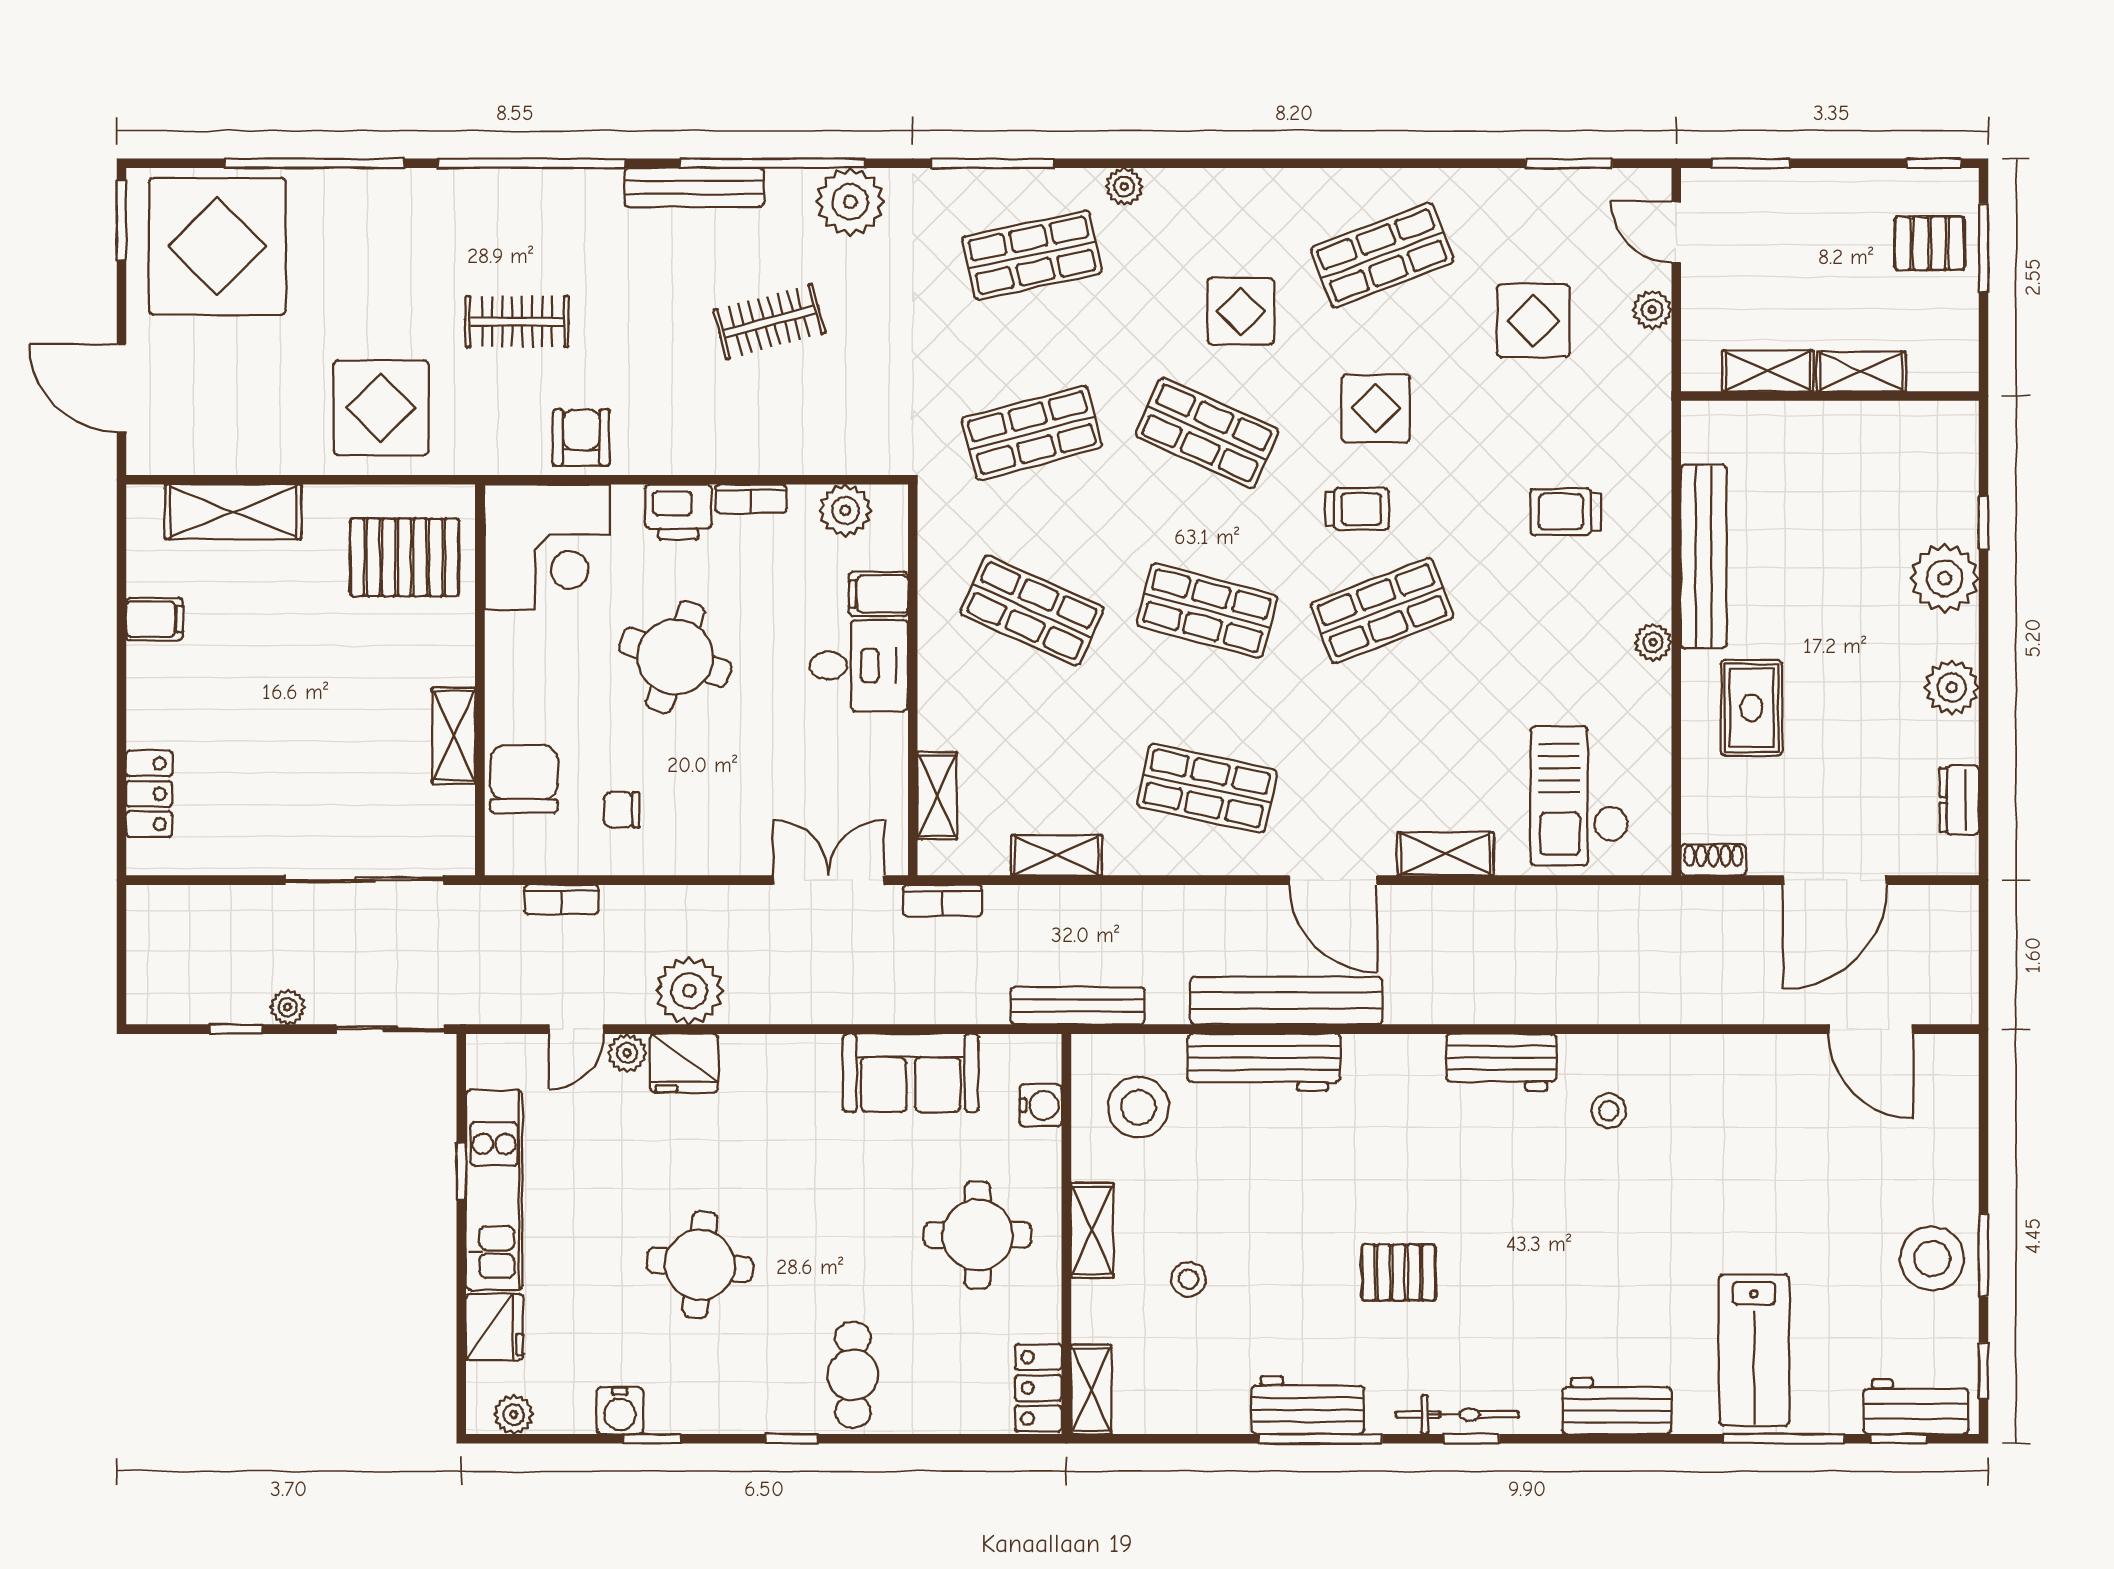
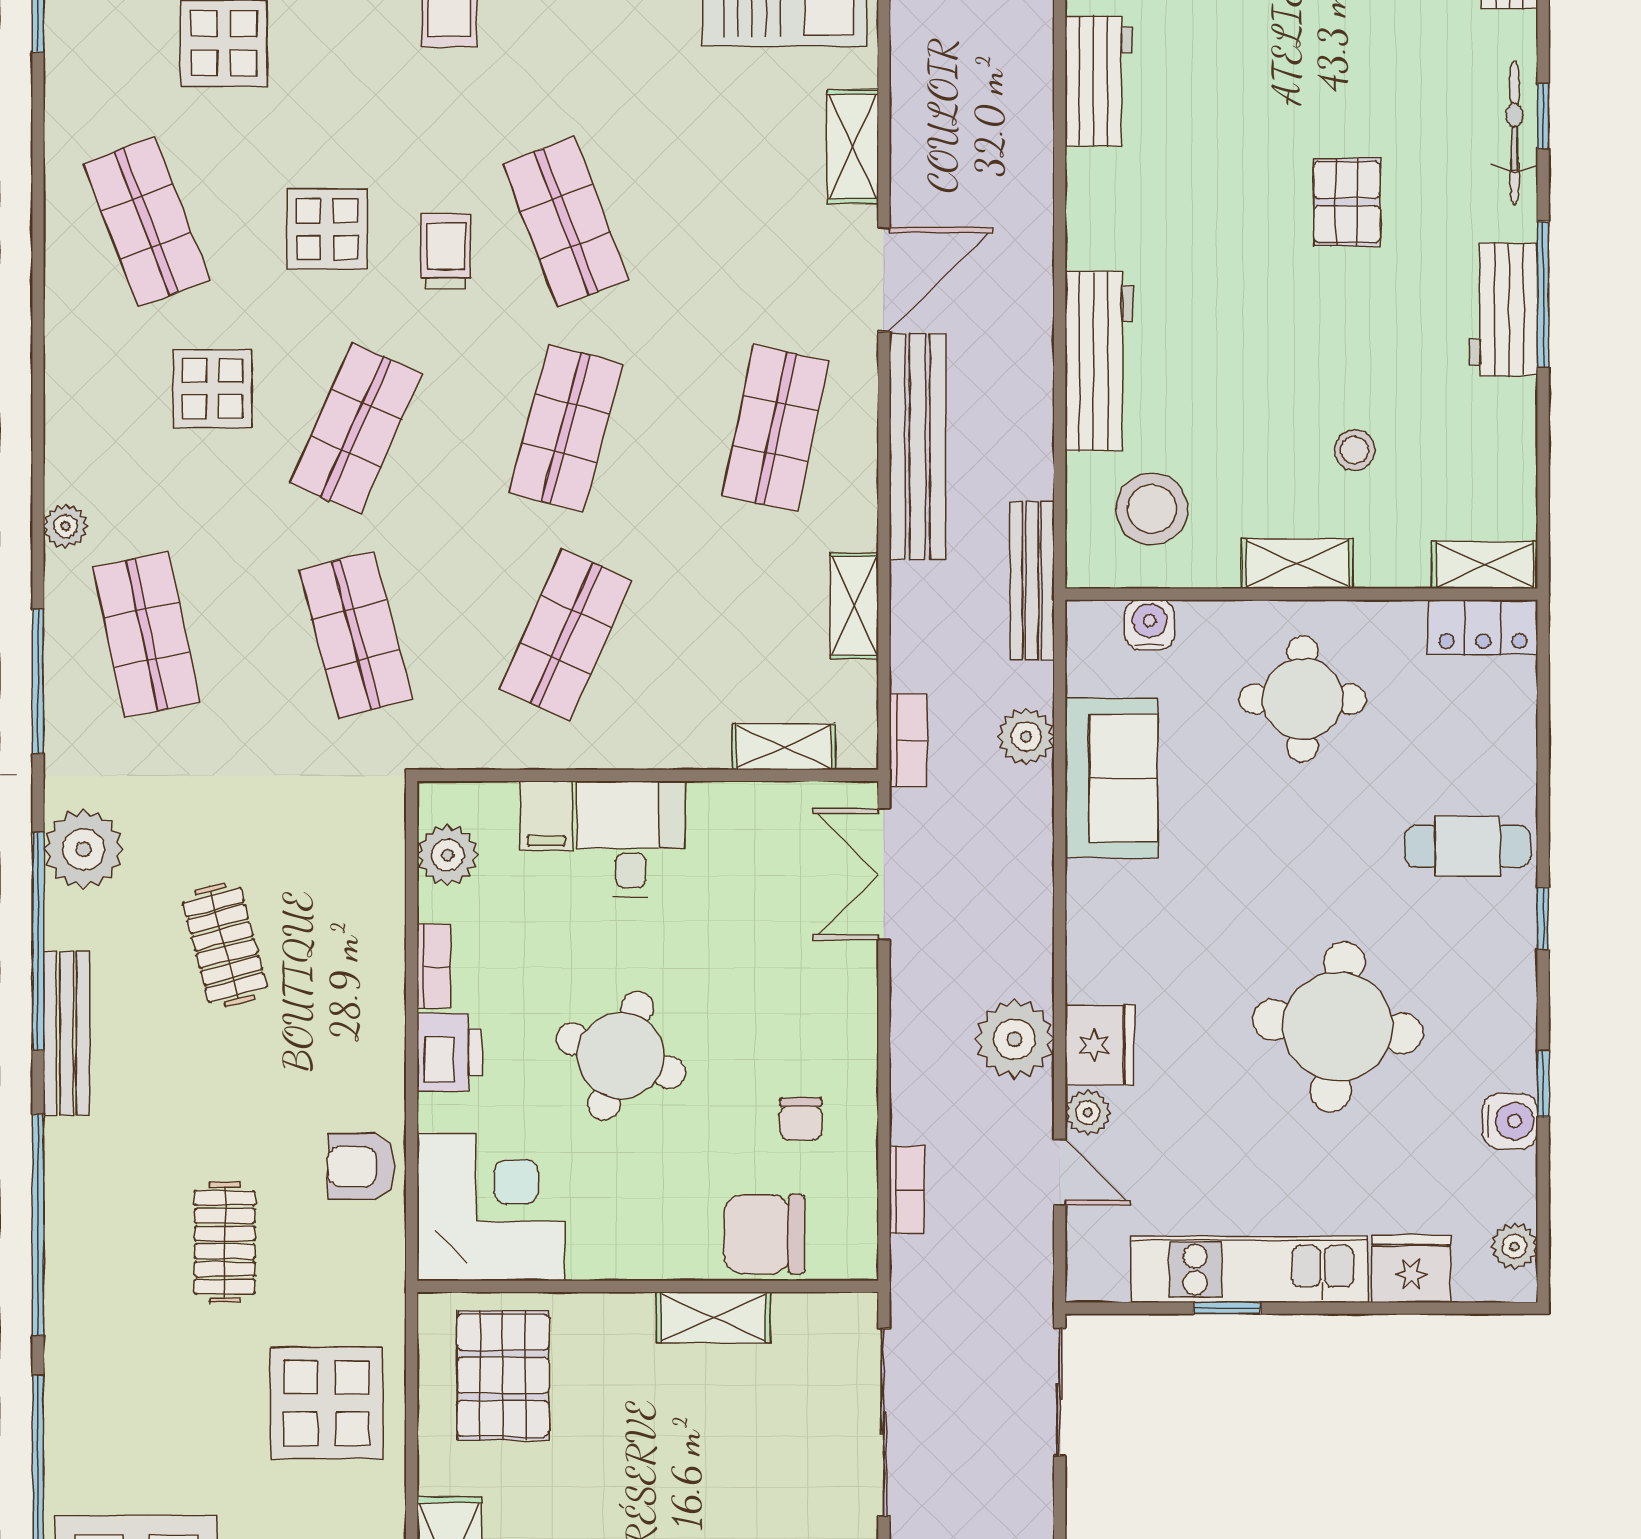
bench: (1286, 1001) -> (918, 447), moved
plant: (288, 1007) -> (1026, 736), moved, width x1.38, depth x1.38
round table: (700, 1265) -> (1338, 1027), width x1.36, depth x1.36

